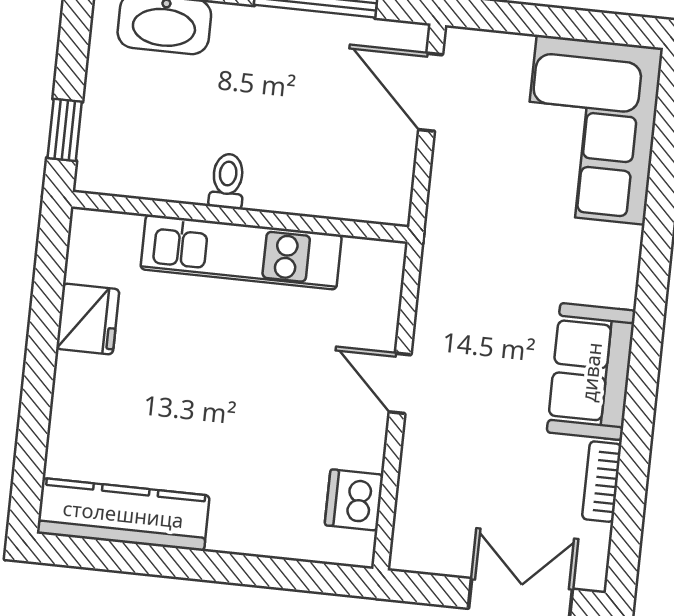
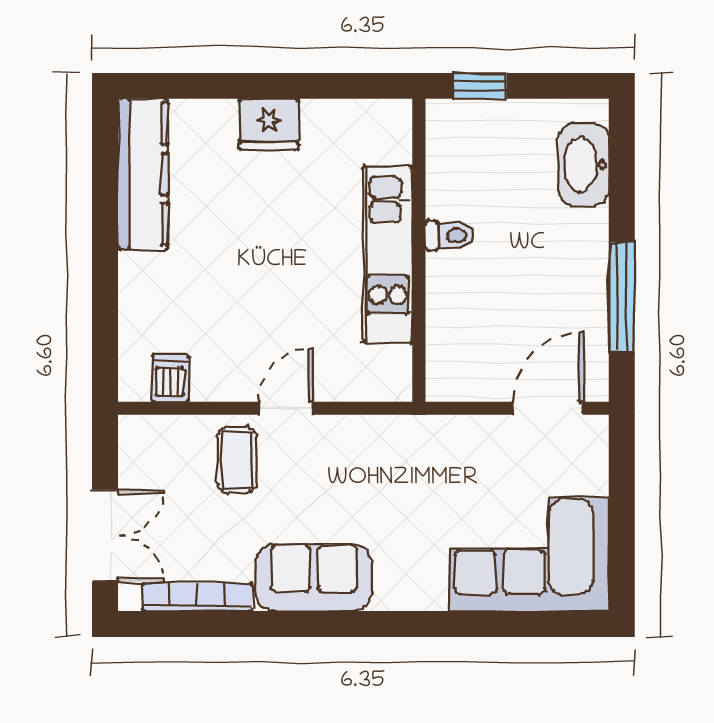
fridge: (88, 319) -> (269, 124), moved
coffee table: (452, 443) -> (237, 460), added
bookcase: (602, 482) -> (197, 597), width x1.56
dishwasher: (354, 500) -> (170, 378), width x0.73

